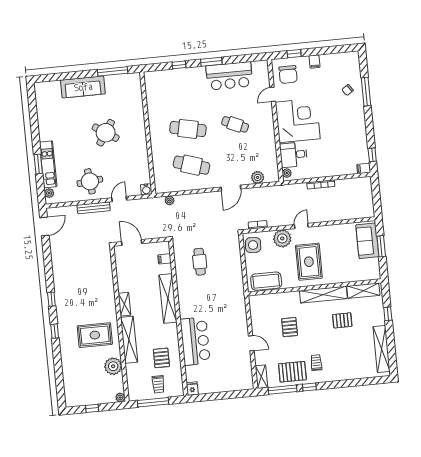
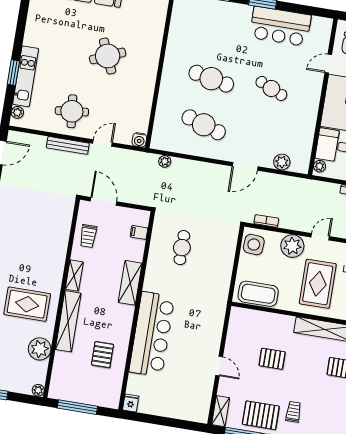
round table: (106, 133) -> (108, 56), turned 34
shelving: (168, 298) -> (130, 283), width x0.68
pallet: (290, 327) -> (272, 359), turned 90
bar counter: (195, 341) -> (152, 334), width x1.36
trolley: (158, 384) -> (88, 236), moved

